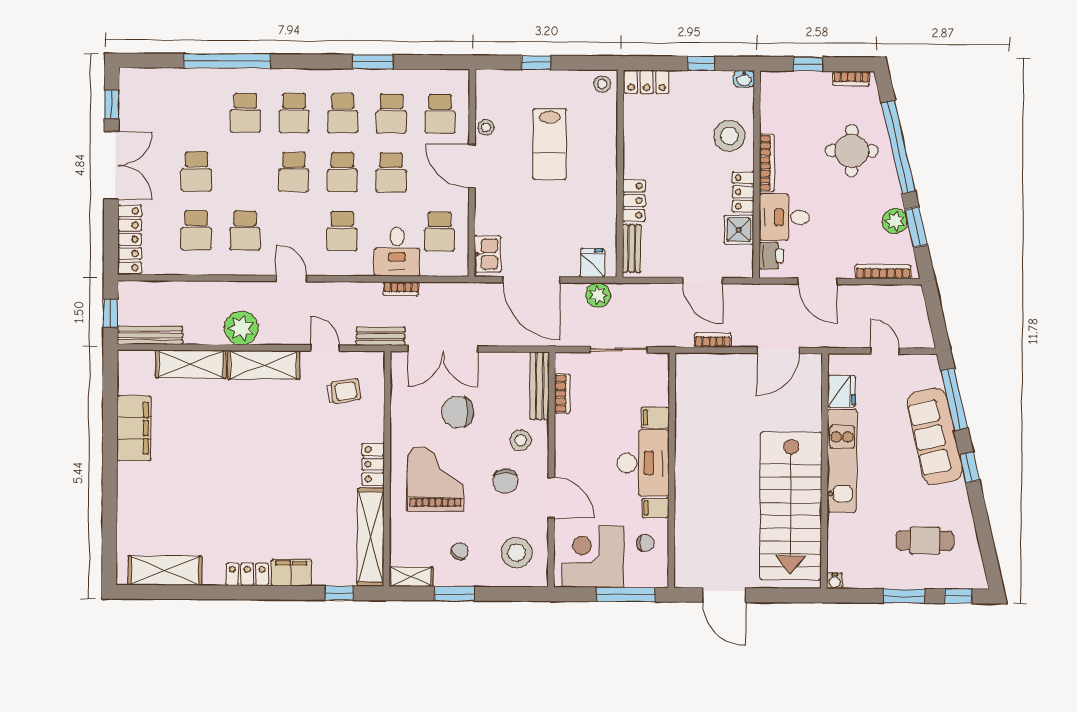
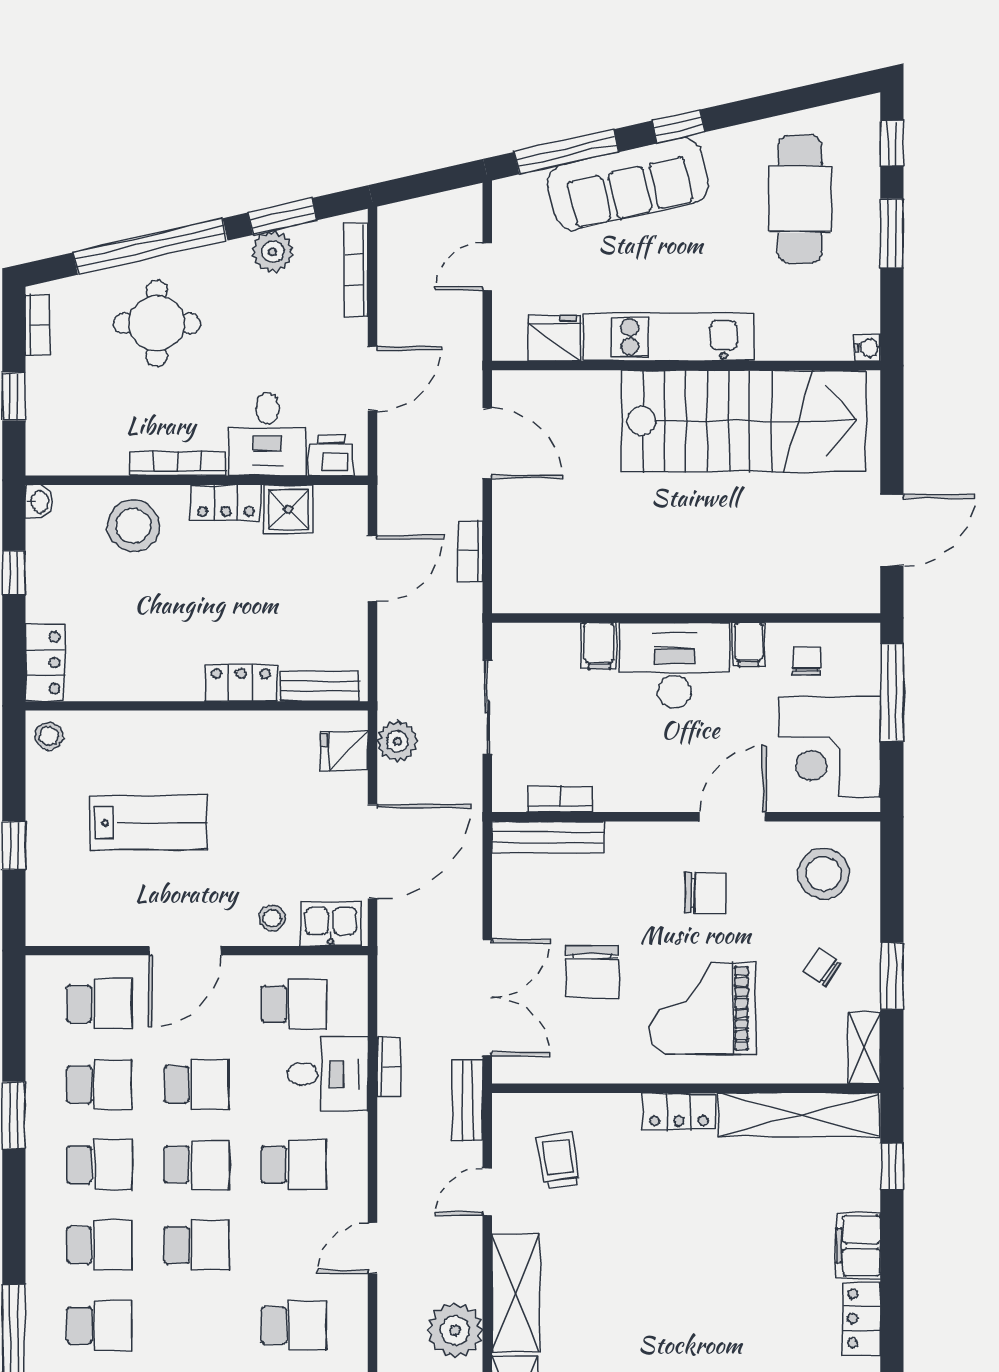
stool: (486, 127) -> (272, 918), moved
stool: (521, 440) -> (638, 868), removed
cafe table: (925, 540) -> (800, 199), width x1.37, depth x1.35

